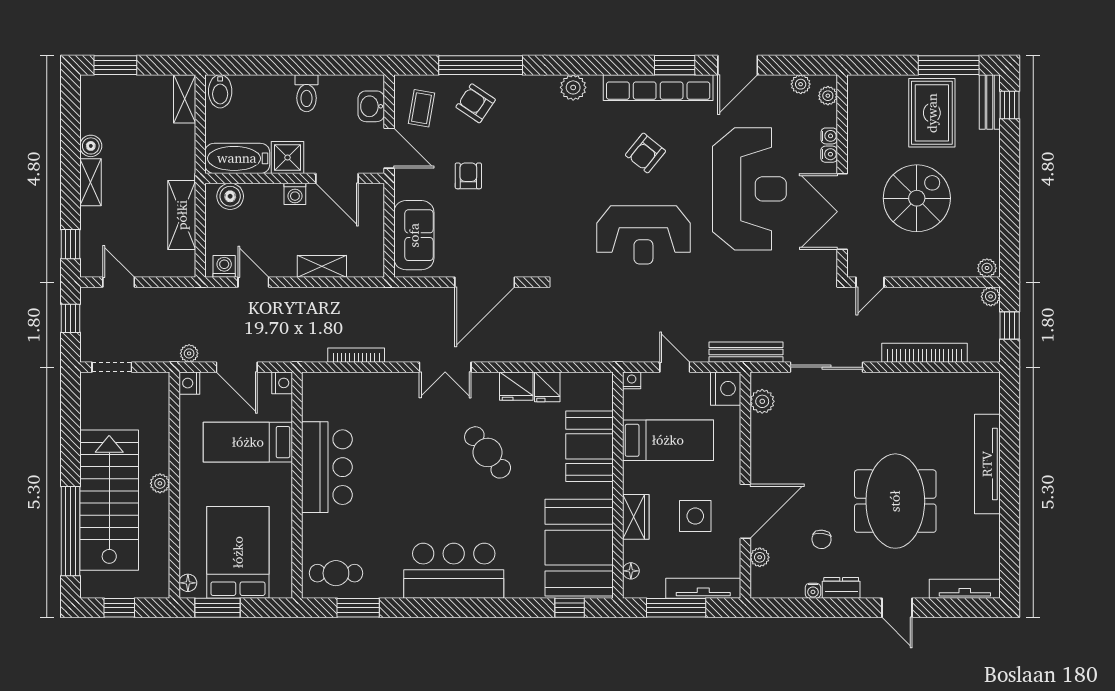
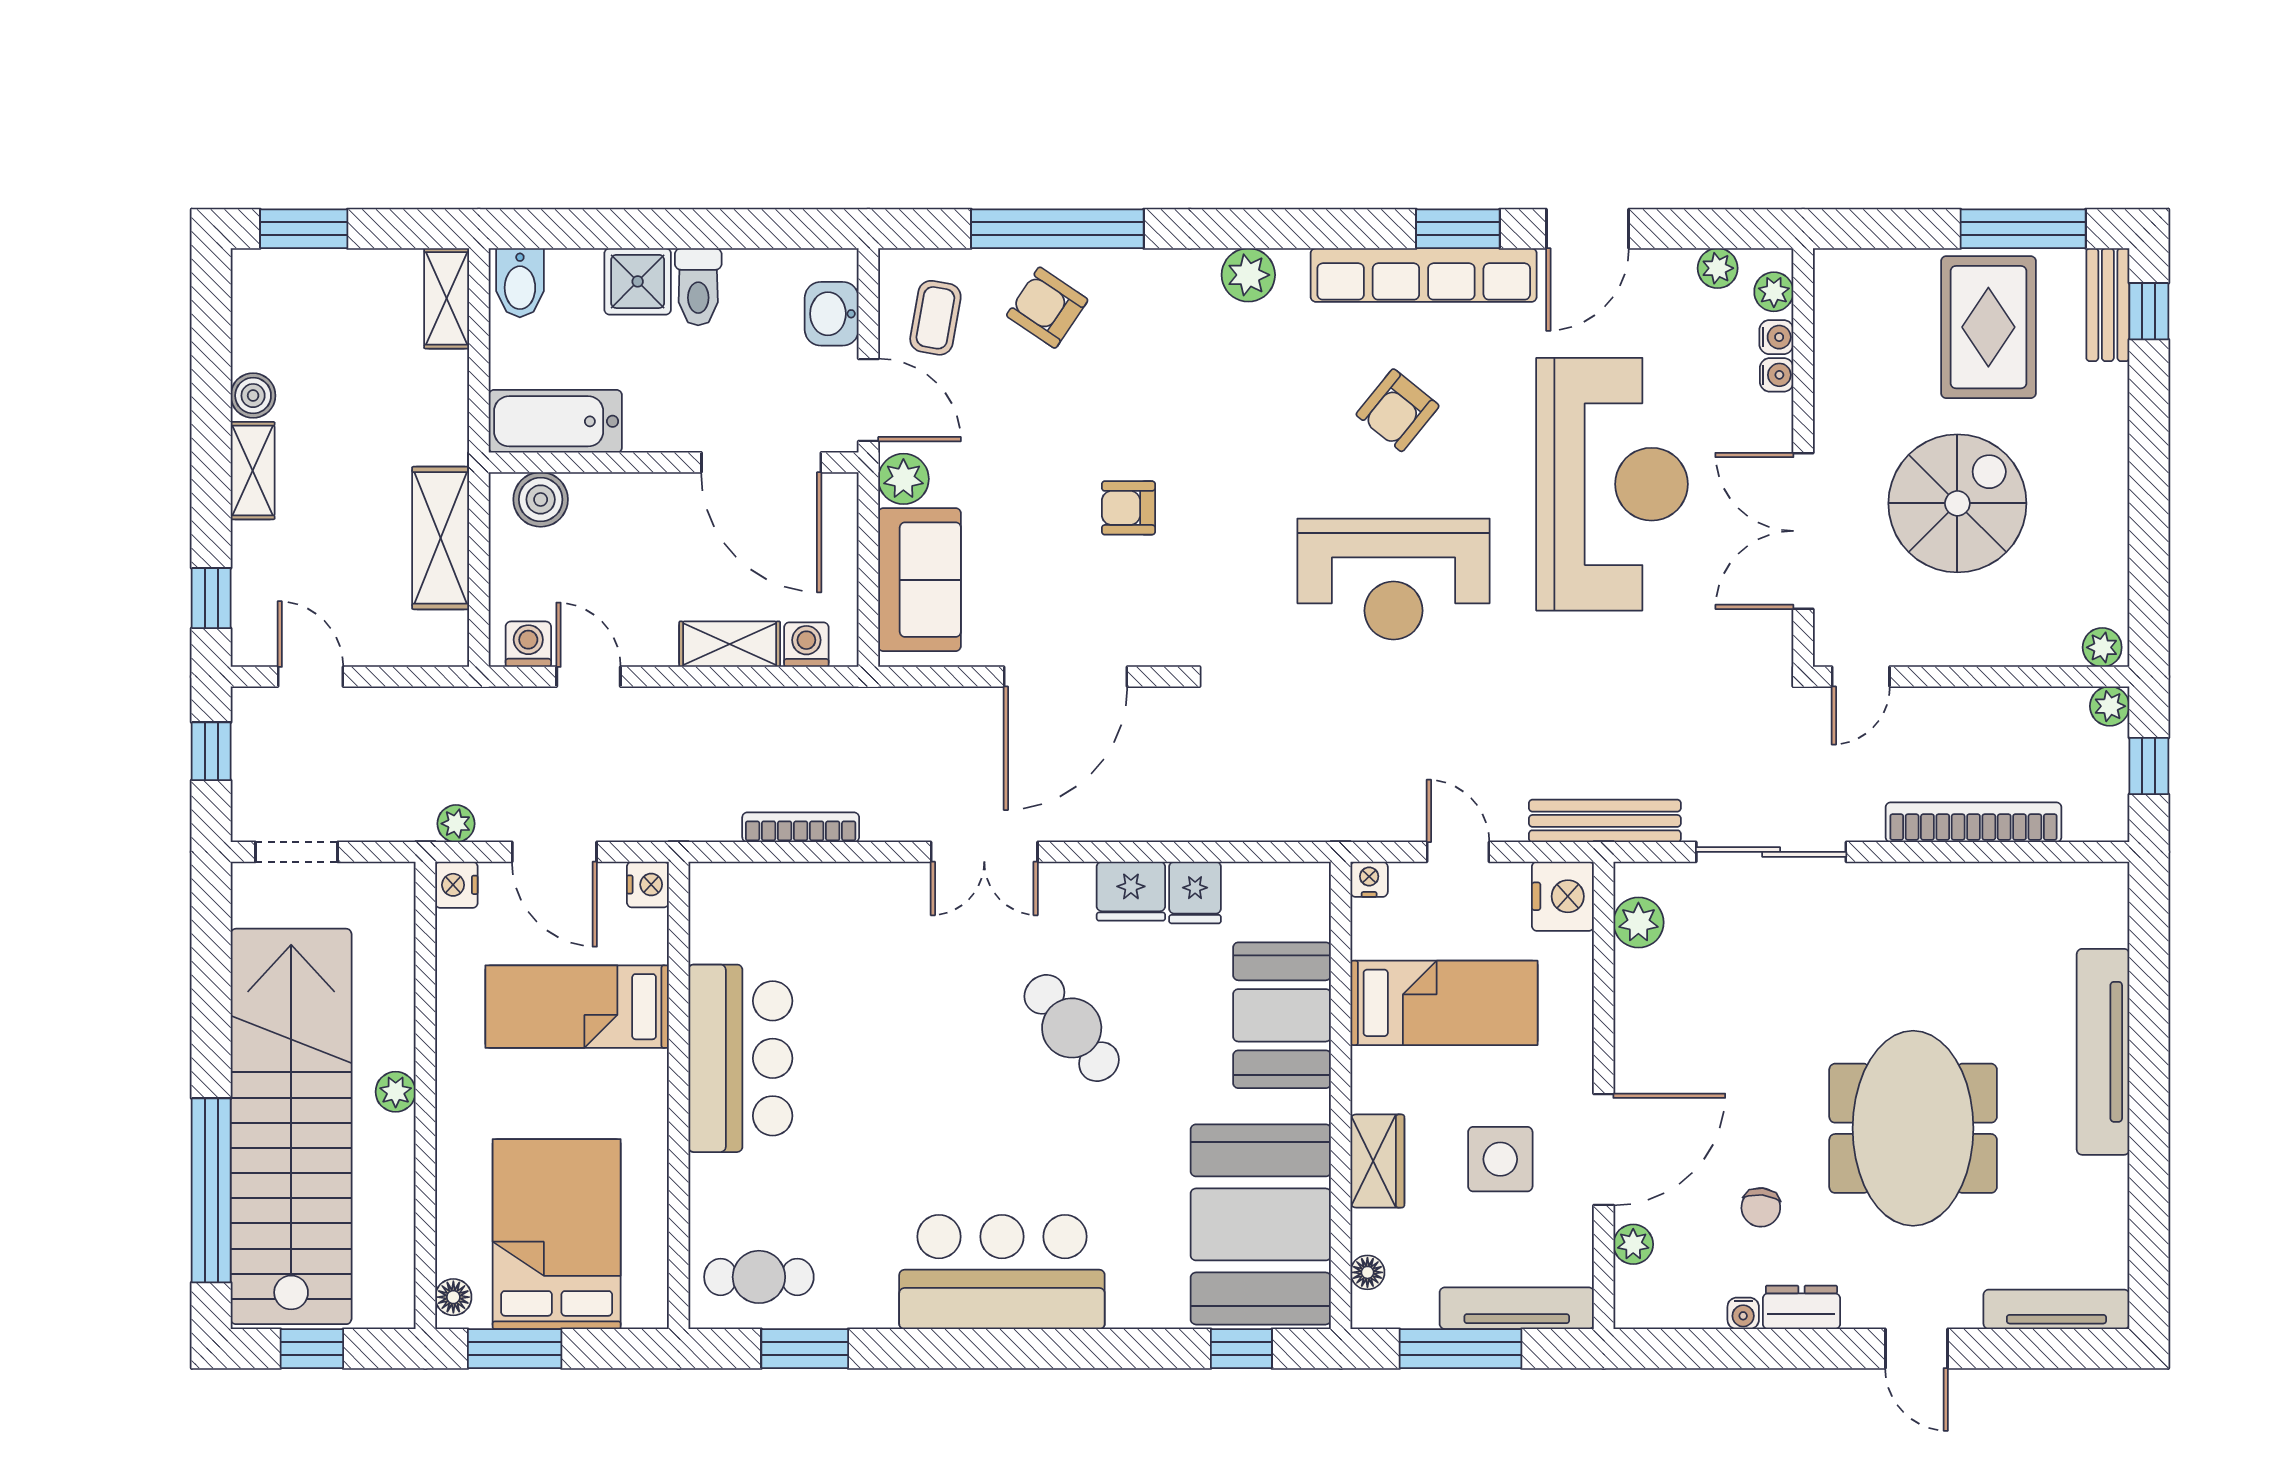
water cooler: (829, 154) -> (1776, 337), moved
shower: (288, 158) -> (638, 281), moved
armchair: (468, 176) -> (1128, 508), moved, turned -90
door: (337, 178) -> (761, 462), width x1.36
plant: (406, 186) -> (903, 479), added
washing machine: (295, 194) -> (806, 645), moved, turned 180
stairs: (109, 500) -> (291, 1126), width x1.36

